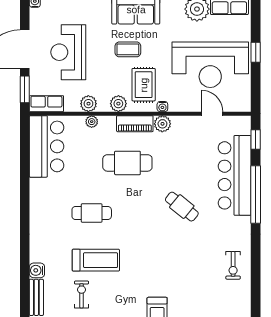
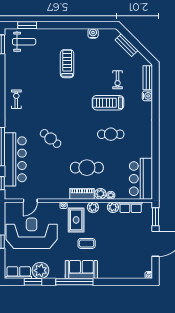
reception desk: (68, 52) -> (126, 242), removed
row of seats: (46, 104) -> (131, 207), moved
door: (212, 114) -> (30, 201), hinge flipped
plant: (162, 124) -> (100, 194), moved

